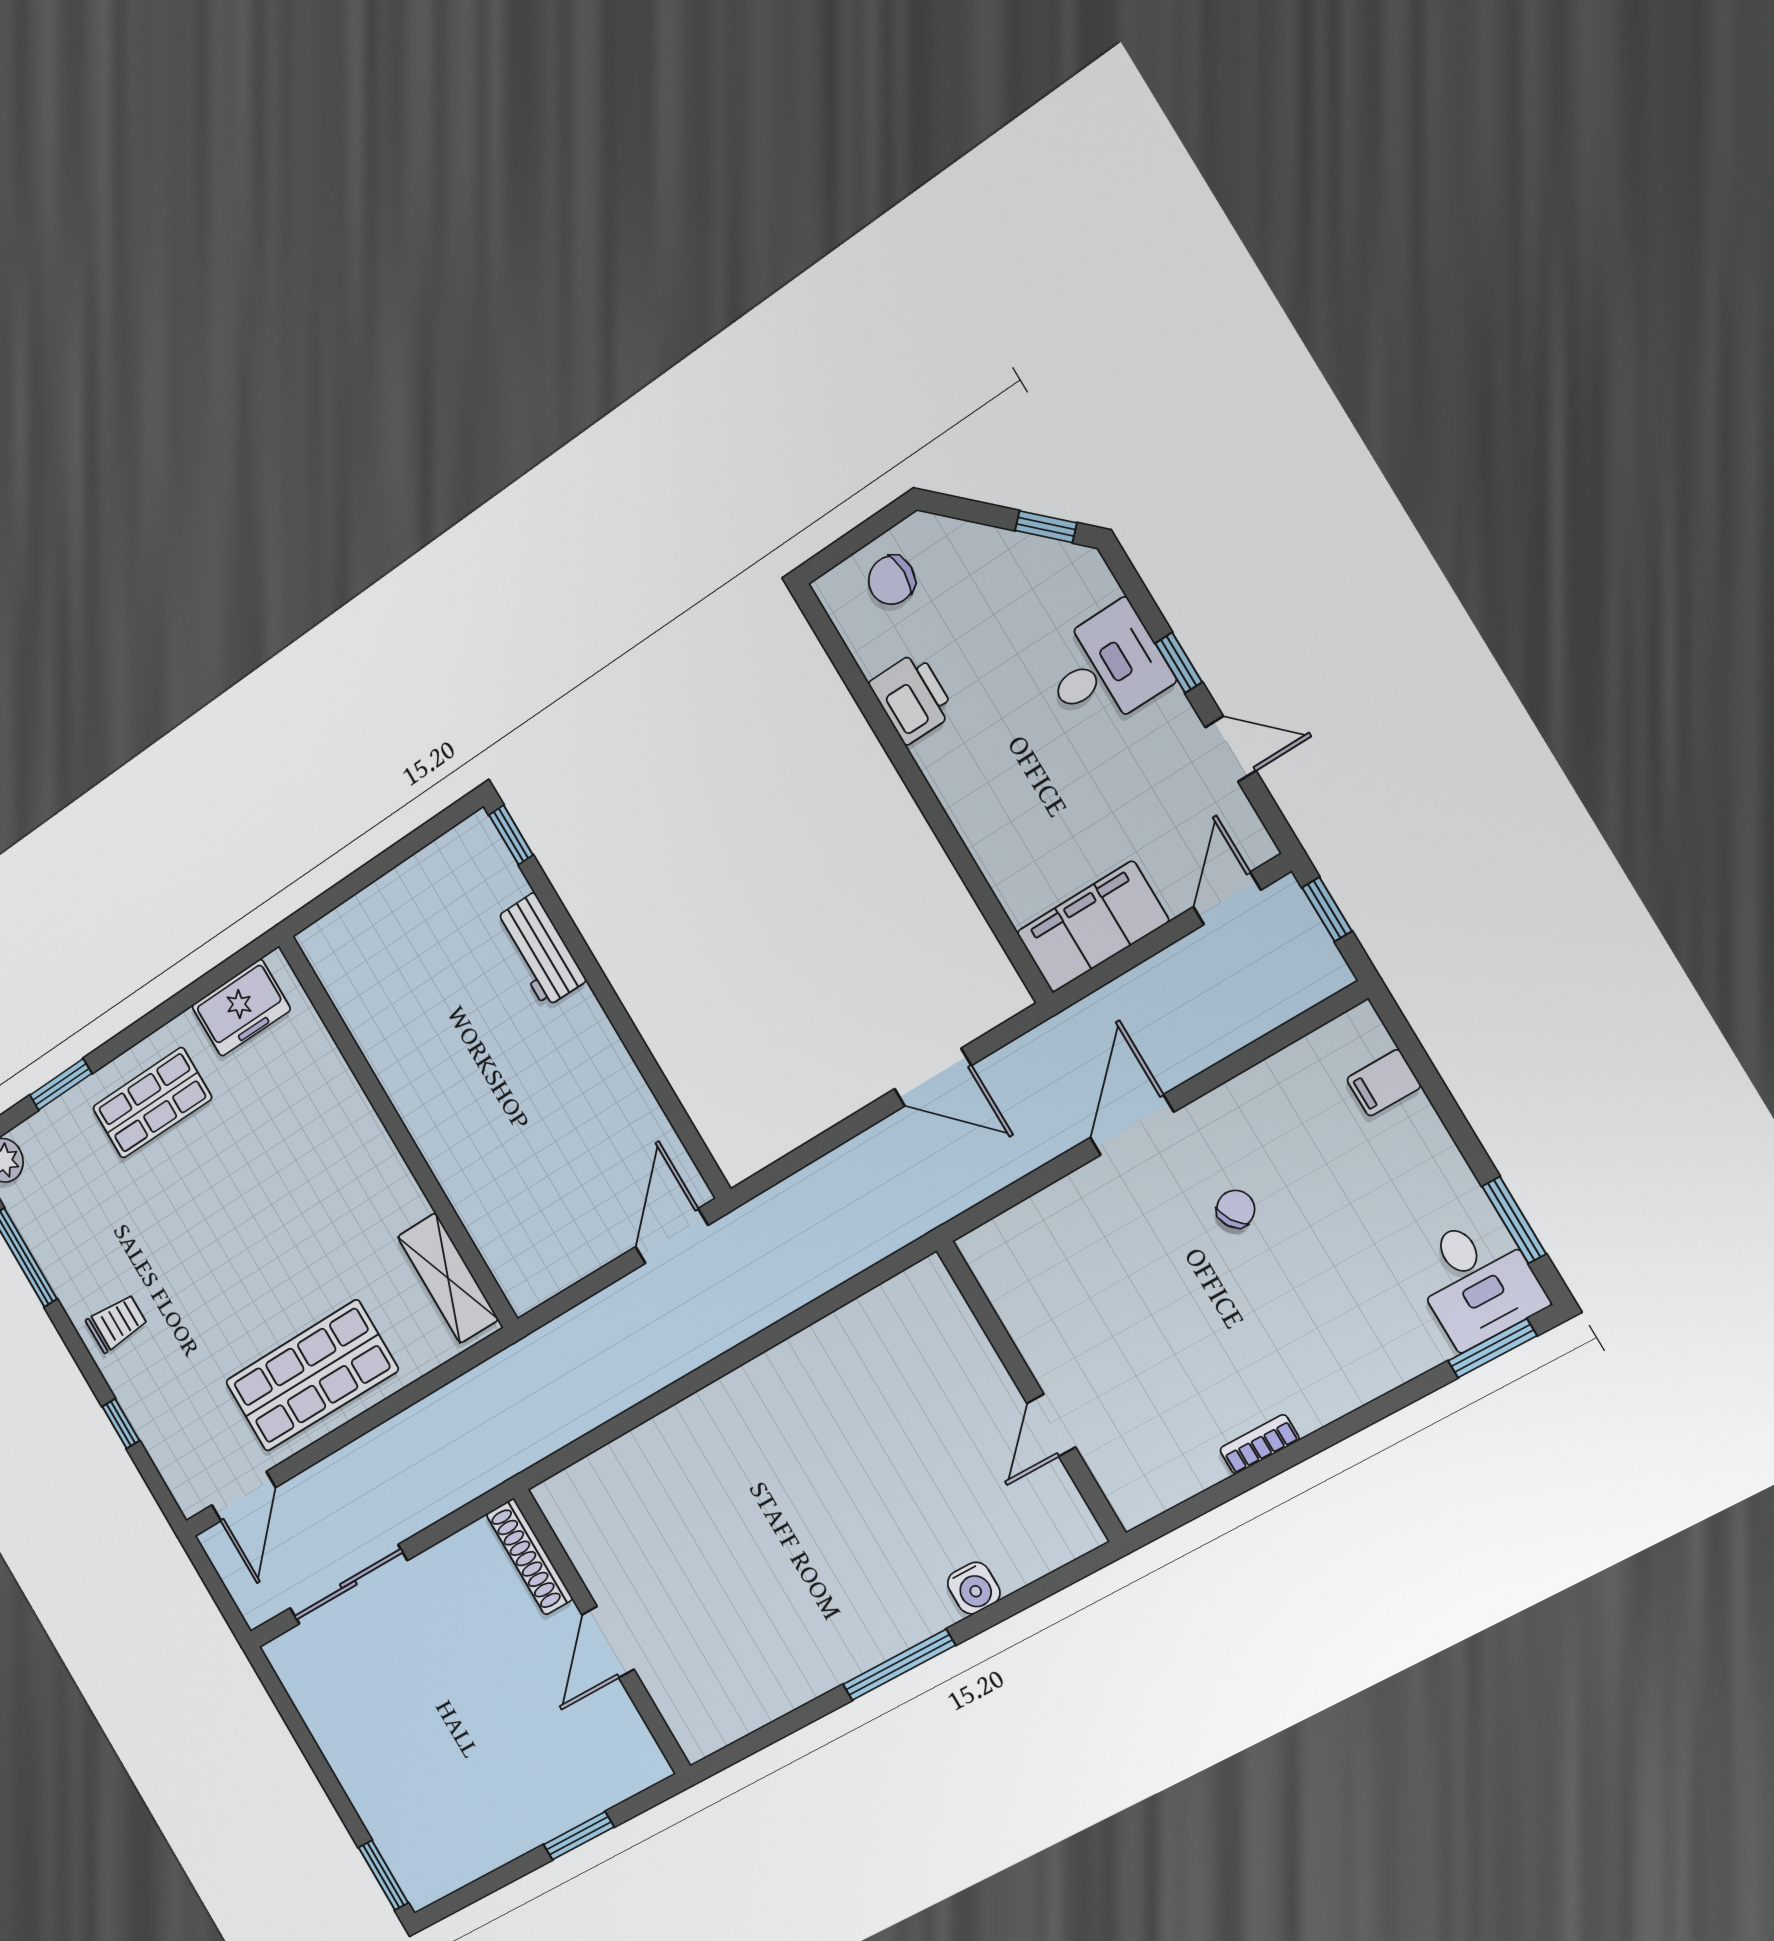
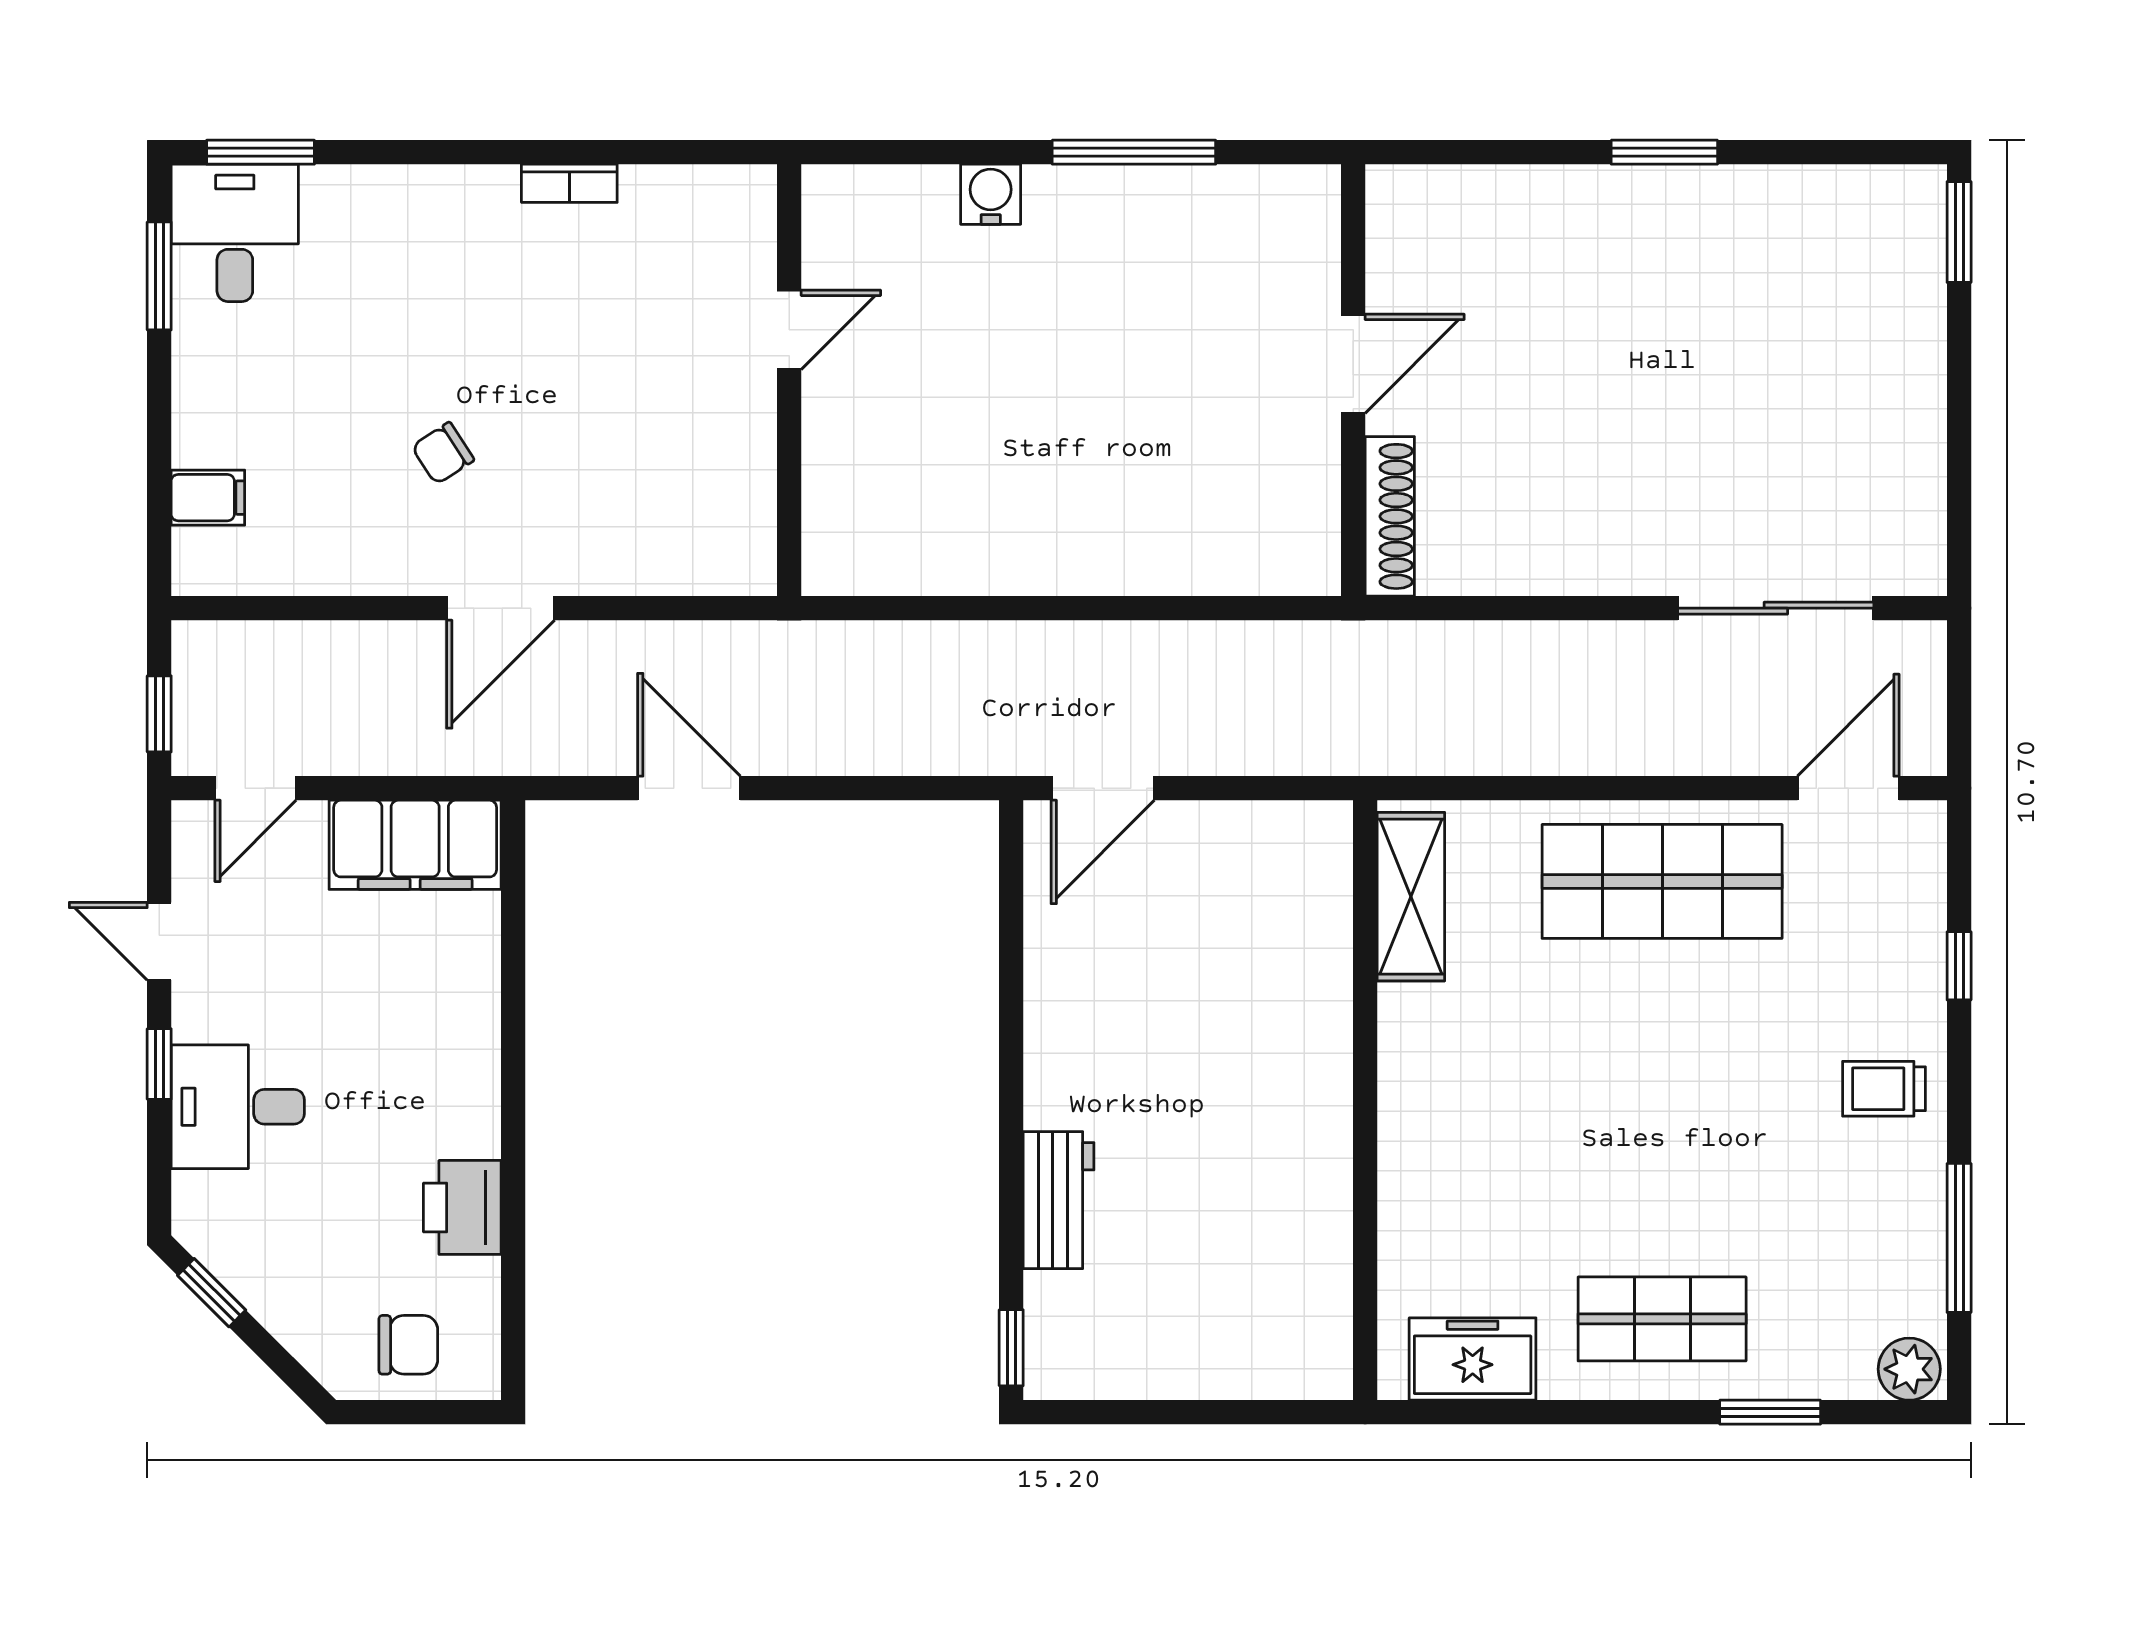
shoe rack: (529, 1557) -> (1390, 516), moved
wall: (602, 1631) -> (1353, 380), moved
door: (608, 1642) -> (1353, 364), moved

